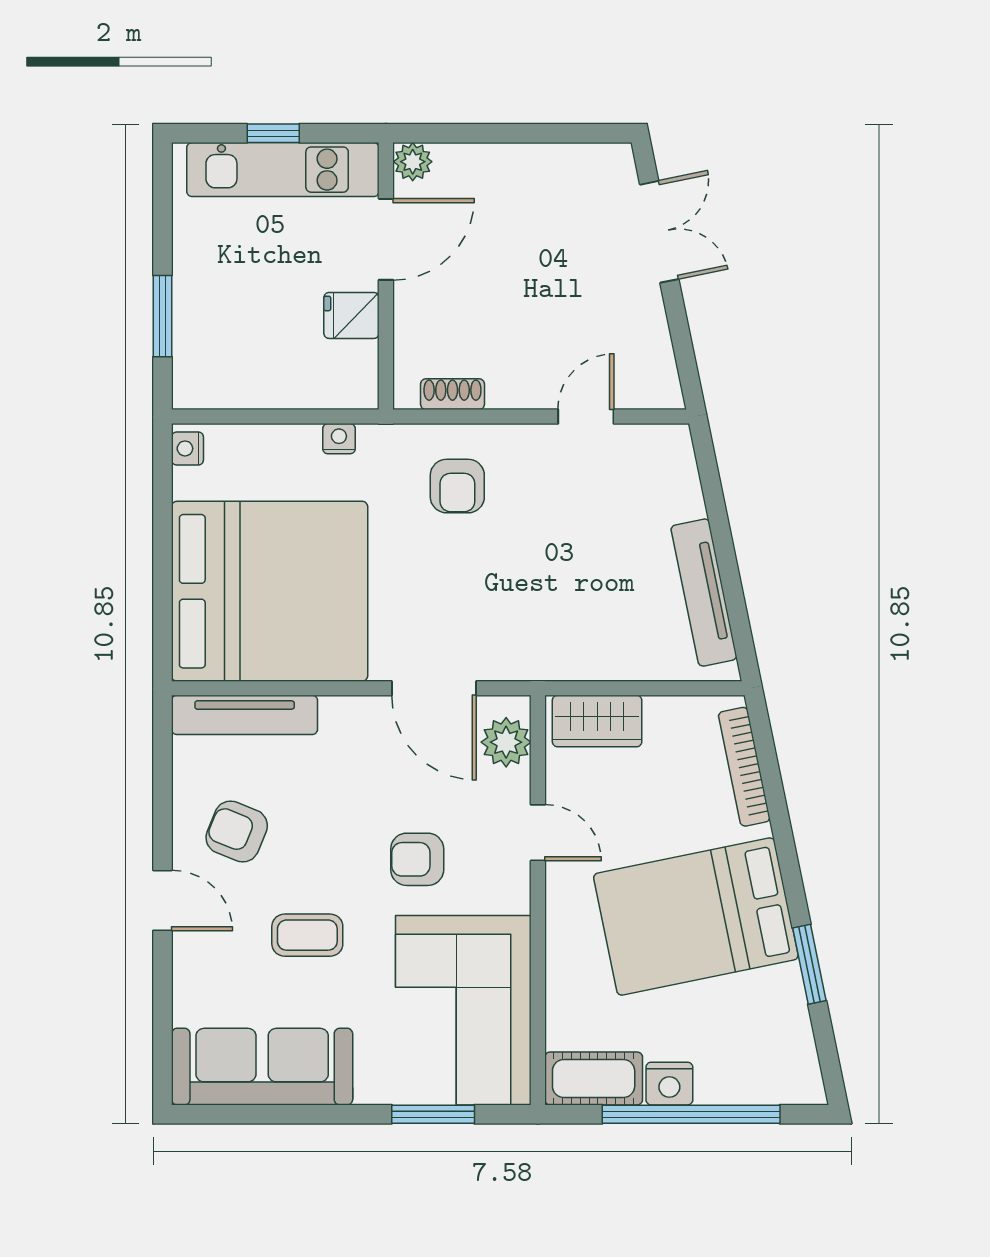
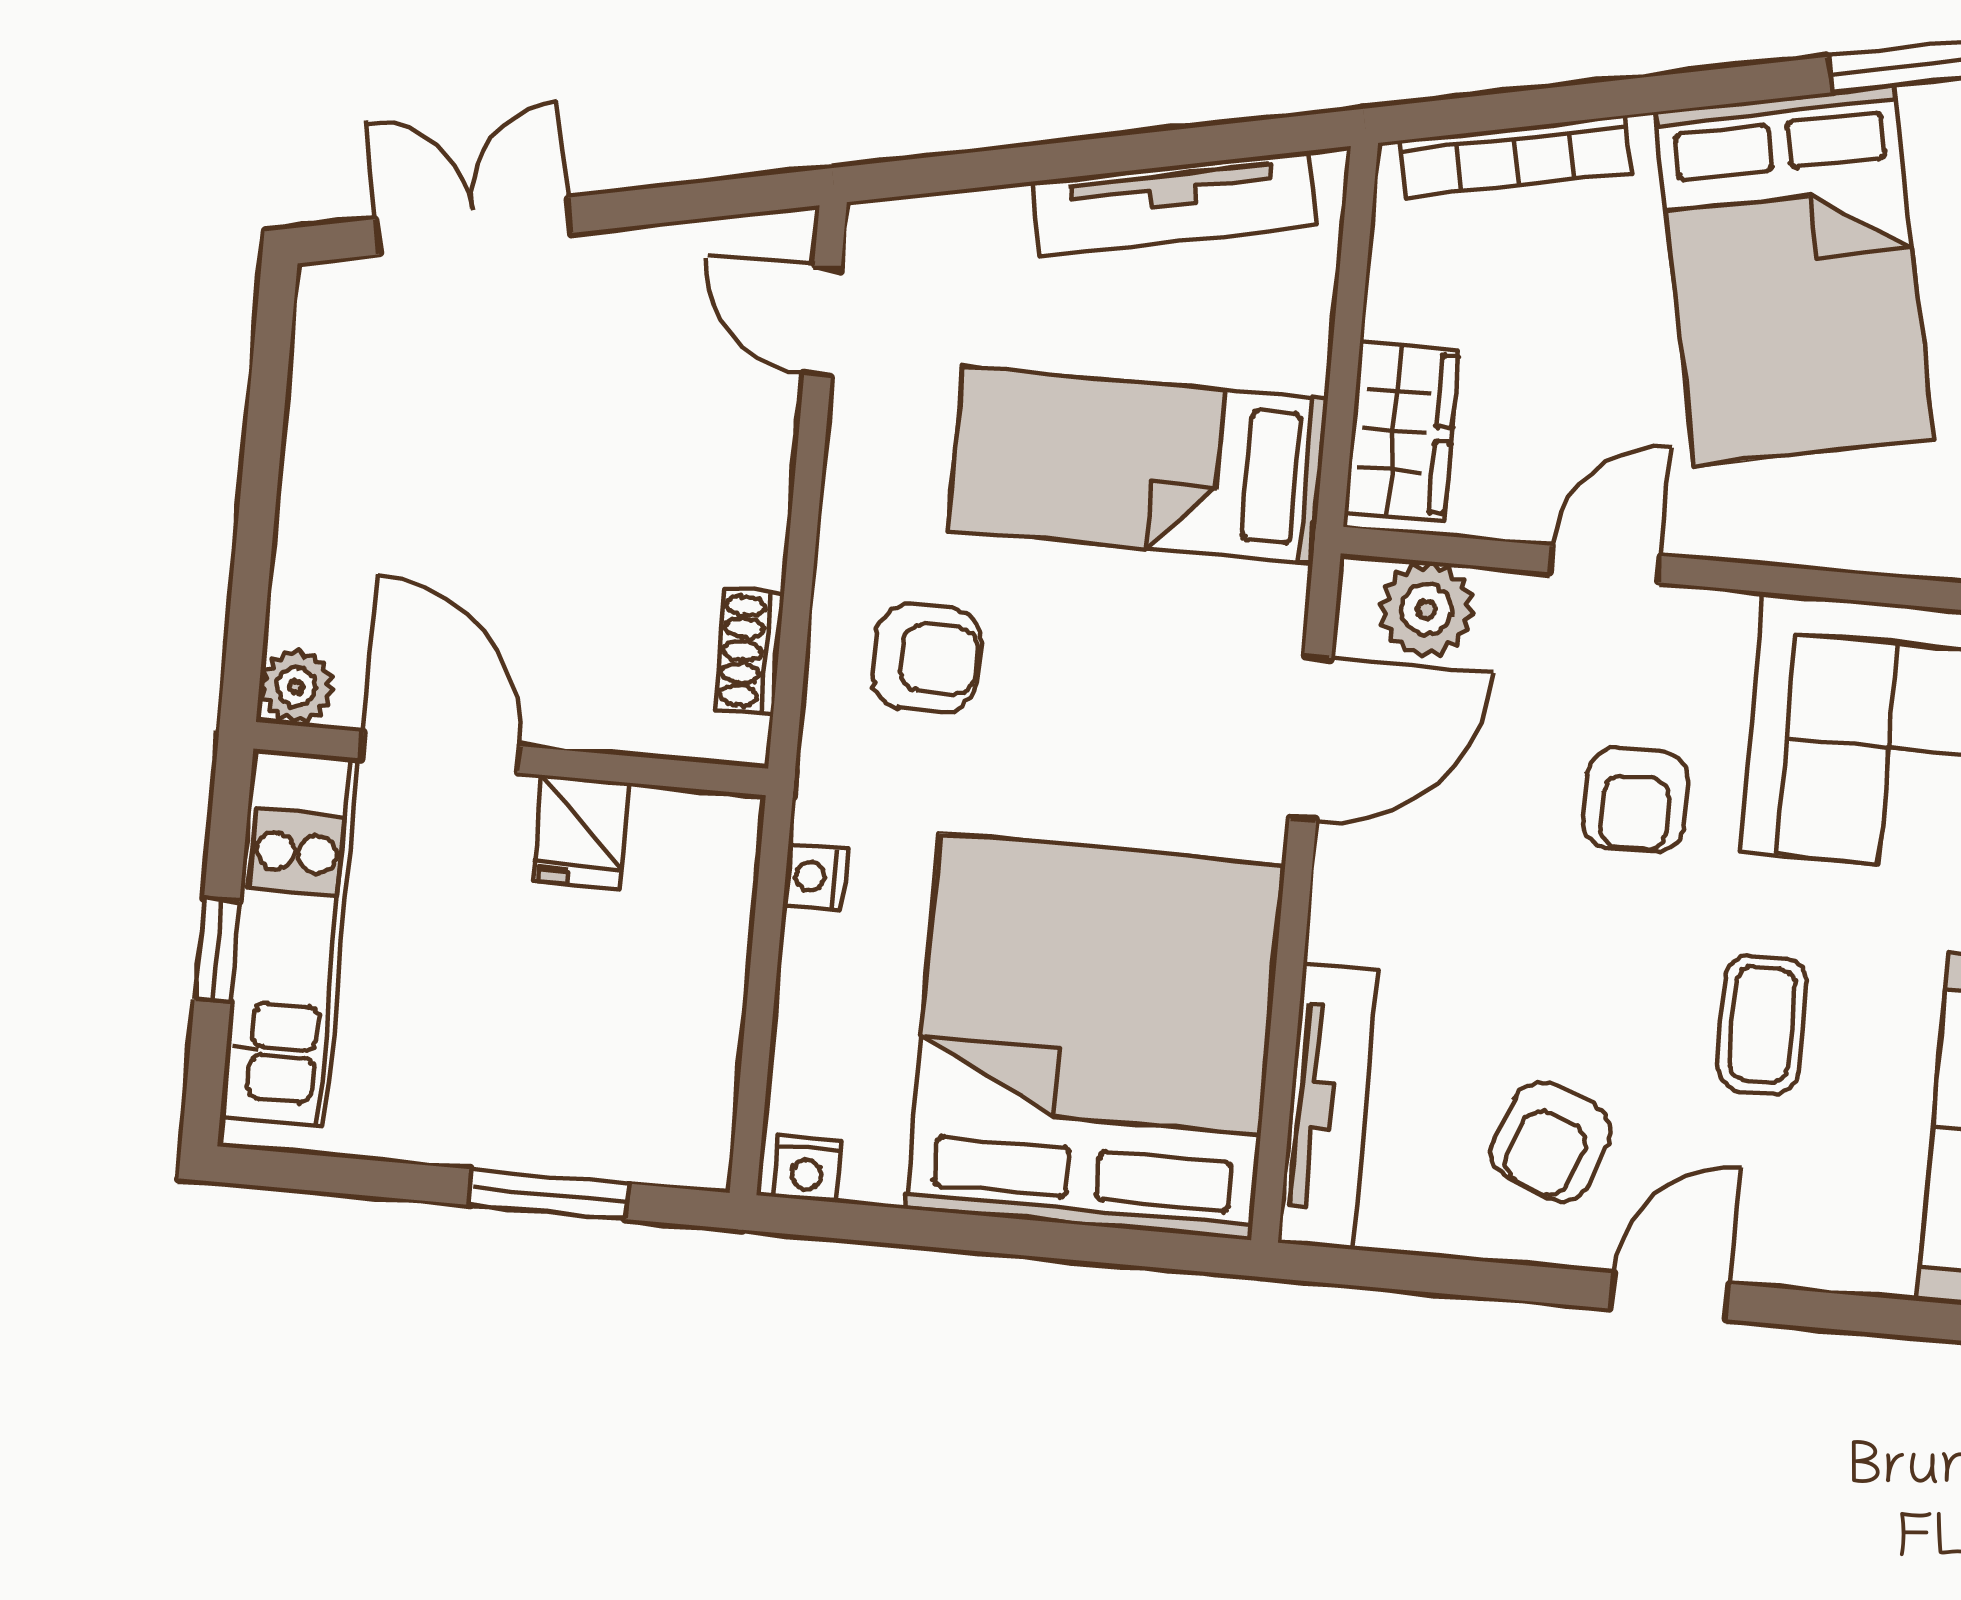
door: (586, 417) -> (823, 321), moved
bed: (567, 586) -> (1138, 465), added

